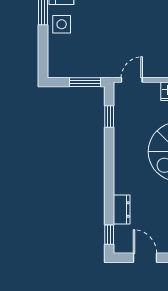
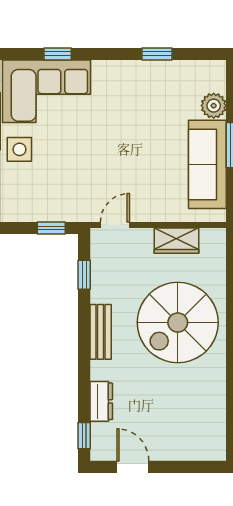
window: (85, 82) -> (51, 228), width x0.67
bench: (121, 158) -> (101, 332), added

